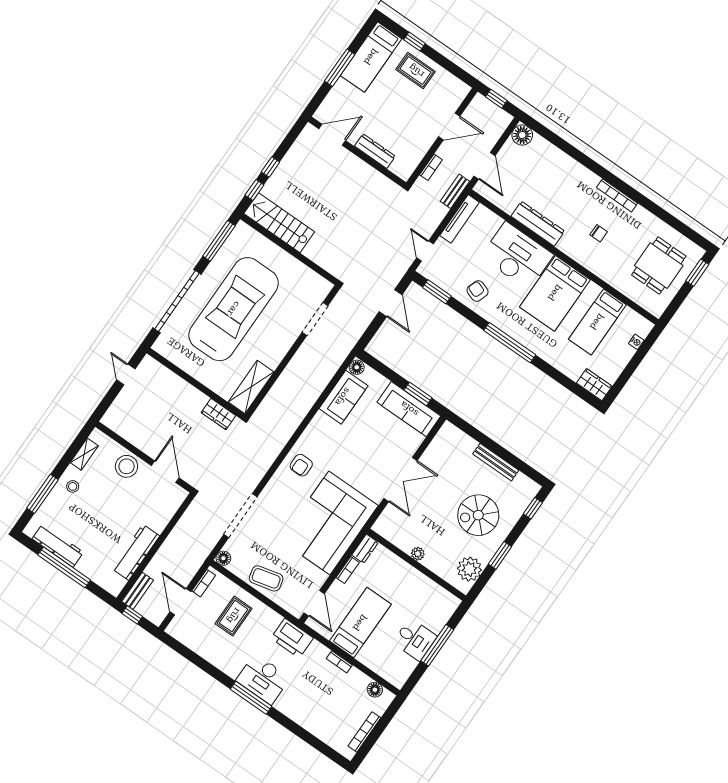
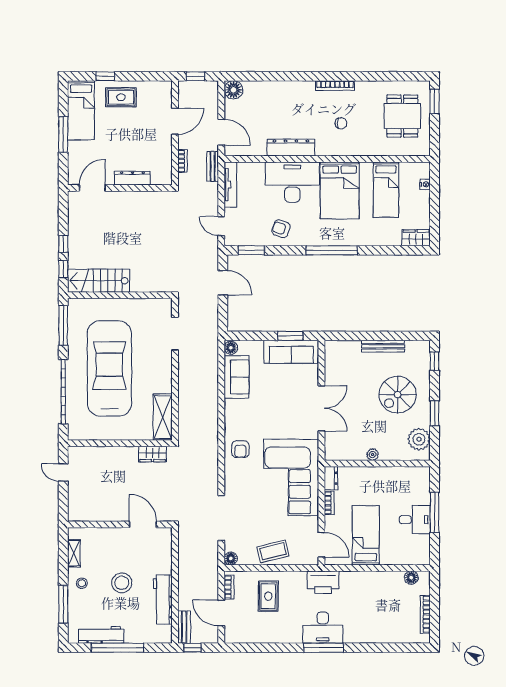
stool: (127, 466) -> (122, 583), moved
bookcase: (339, 662) -> (370, 575), removed

